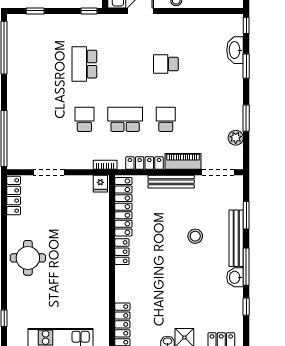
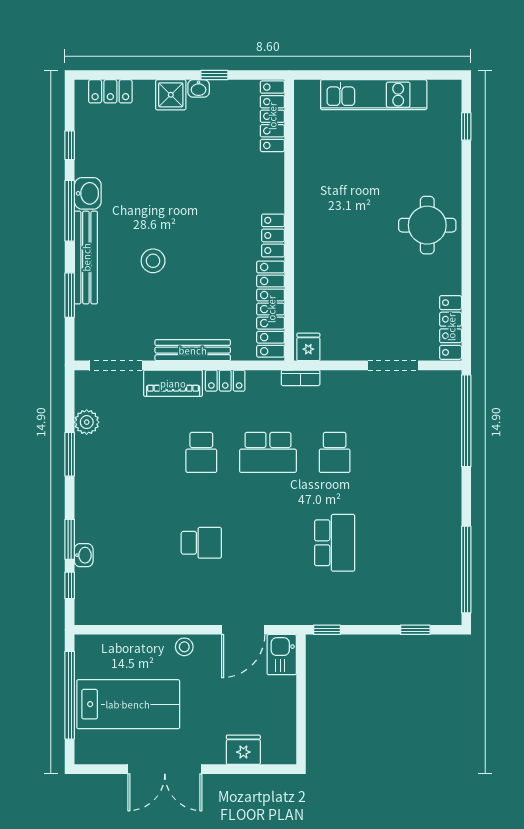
window: (246, 25) -> (70, 585), moved
washbasin: (235, 50) -> (84, 555), width x0.52, depth x0.69
locker: (144, 163) -> (225, 381), width x0.66

